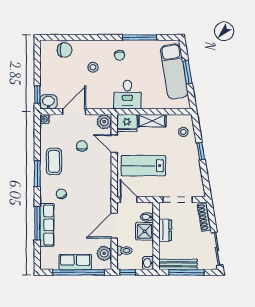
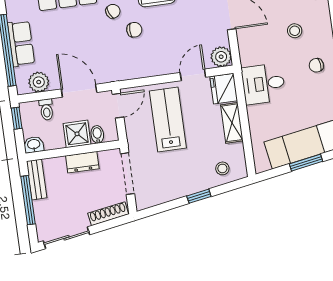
chair: (82, 146) -> (134, 30), moved
bench: (178, 264) -> (37, 179), width x0.73

